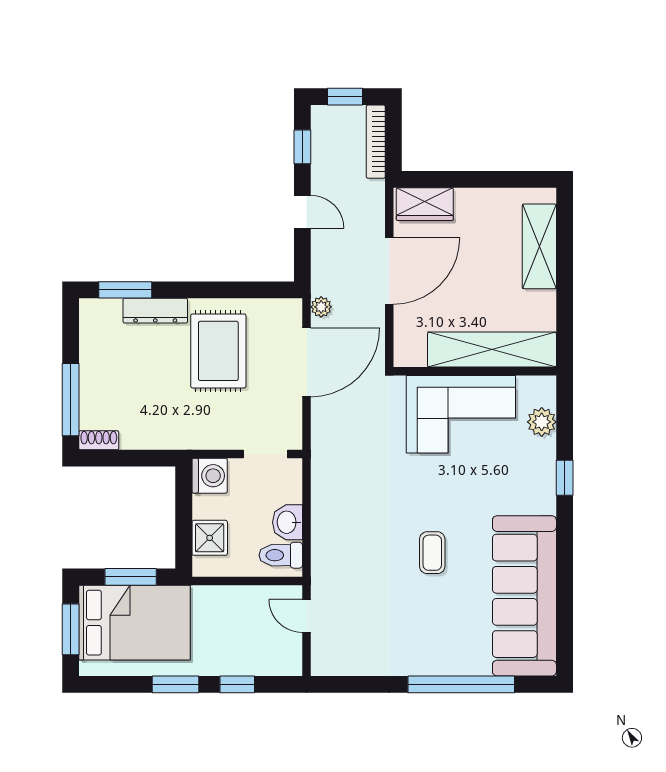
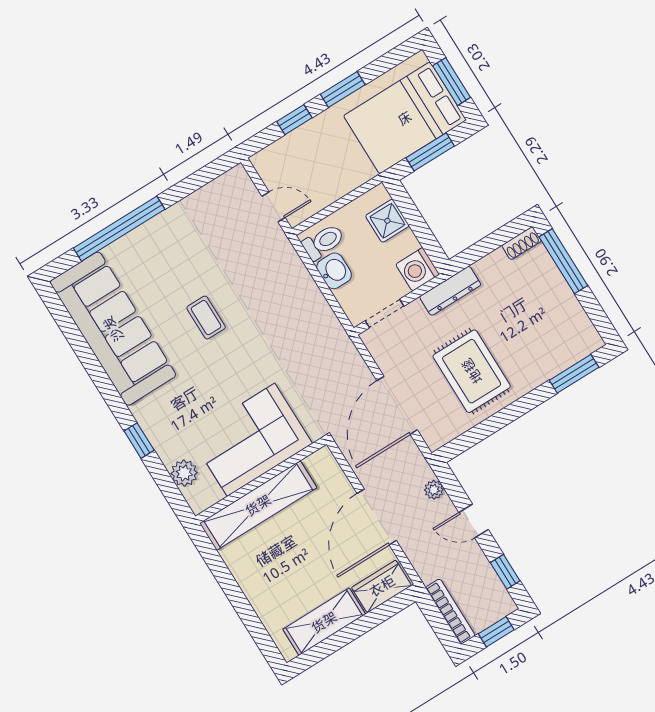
shelving: (539, 246) -> (324, 622), moved, turned 90
plant: (321, 307) -> (434, 490), moved
dresser: (155, 311) -> (450, 291), moved, turned 180

